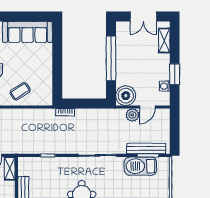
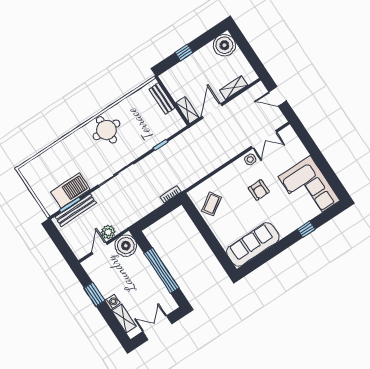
washing machine: (165, 86) -> (112, 302), moved
coffee table: (20, 91) -> (212, 204), moved

